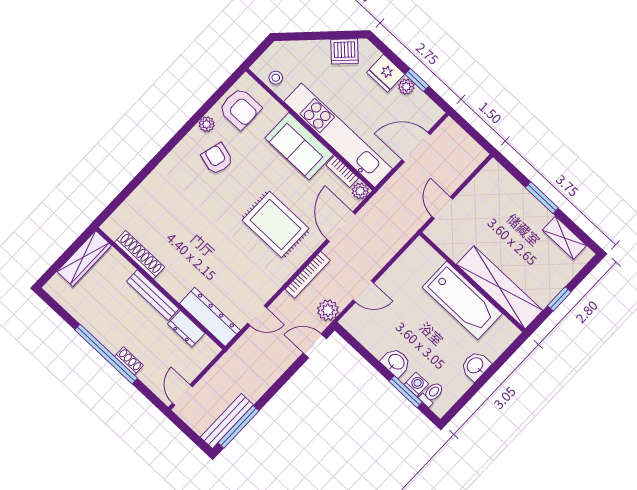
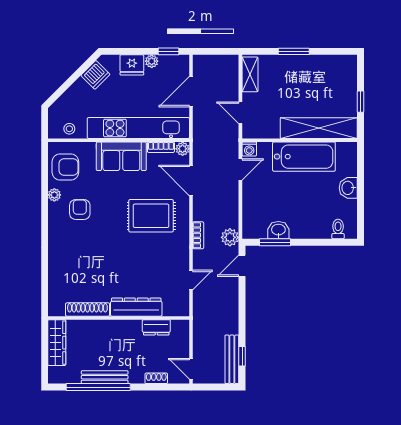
window: (417, 80) -> (169, 51), moved
armchair: (217, 159) -> (80, 209), turned 75
shelving: (564, 238) -> (250, 74), moved, turned 90
bookcase: (308, 275) -> (198, 235), width x0.64
door: (363, 291) -> (240, 169), moved
bench: (153, 295) -> (105, 377), moved
dresser: (210, 317) -> (136, 307), moved
window: (106, 354) -> (98, 387), moved
shoe rack: (129, 361) -> (156, 378), moved
washbasin: (396, 362) -> (278, 230), moved
washing machine: (416, 384) -> (249, 149), moved, turned 180
window: (406, 392) -> (275, 242), moved
window: (239, 427) -> (242, 356), width x0.46

